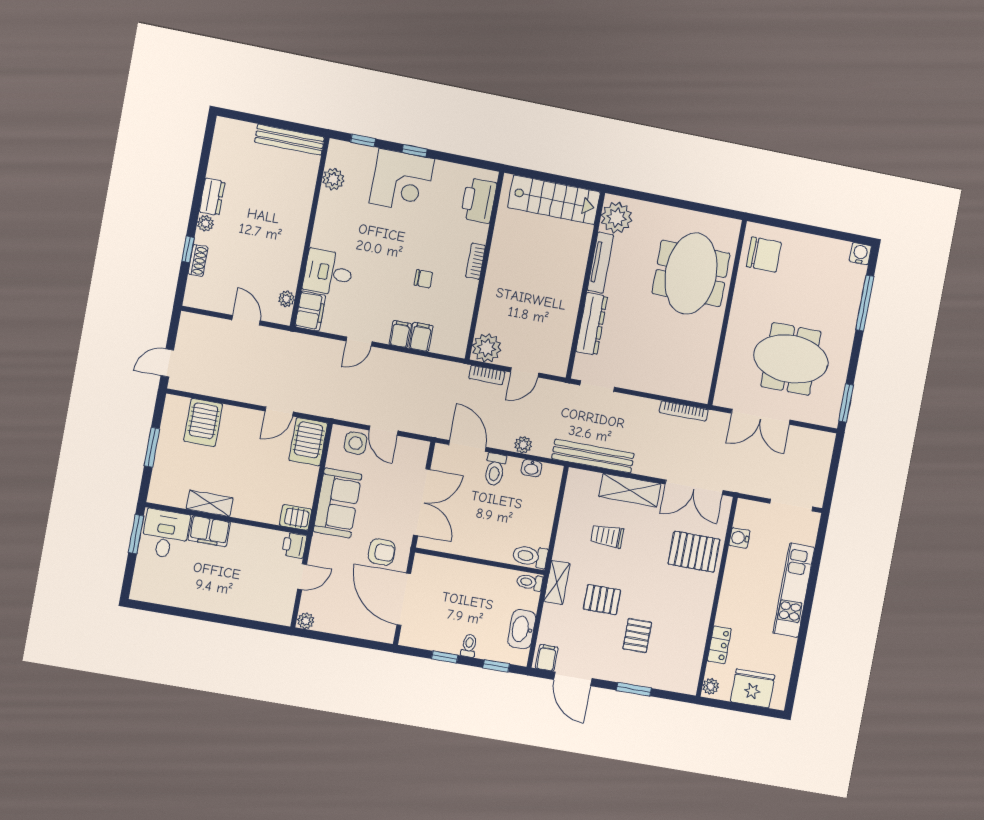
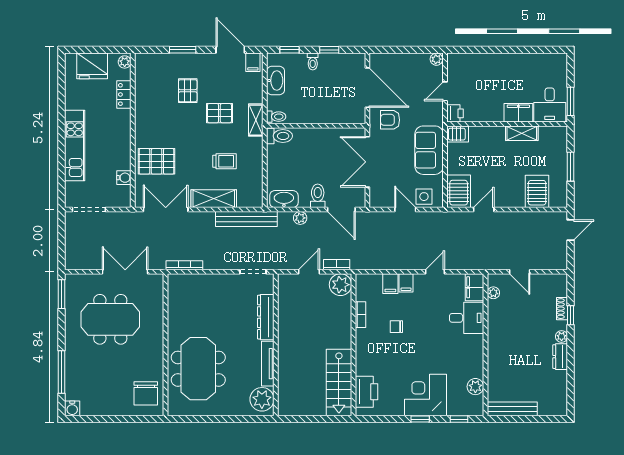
stairs: (554, 200) -> (339, 383), moved, turned -90
chair: (764, 255) -> (146, 393), turned -90
bookcase: (476, 261) -> (360, 315), moved
washbasin: (532, 468) -> (284, 199), width x1.91, depth x1.45

